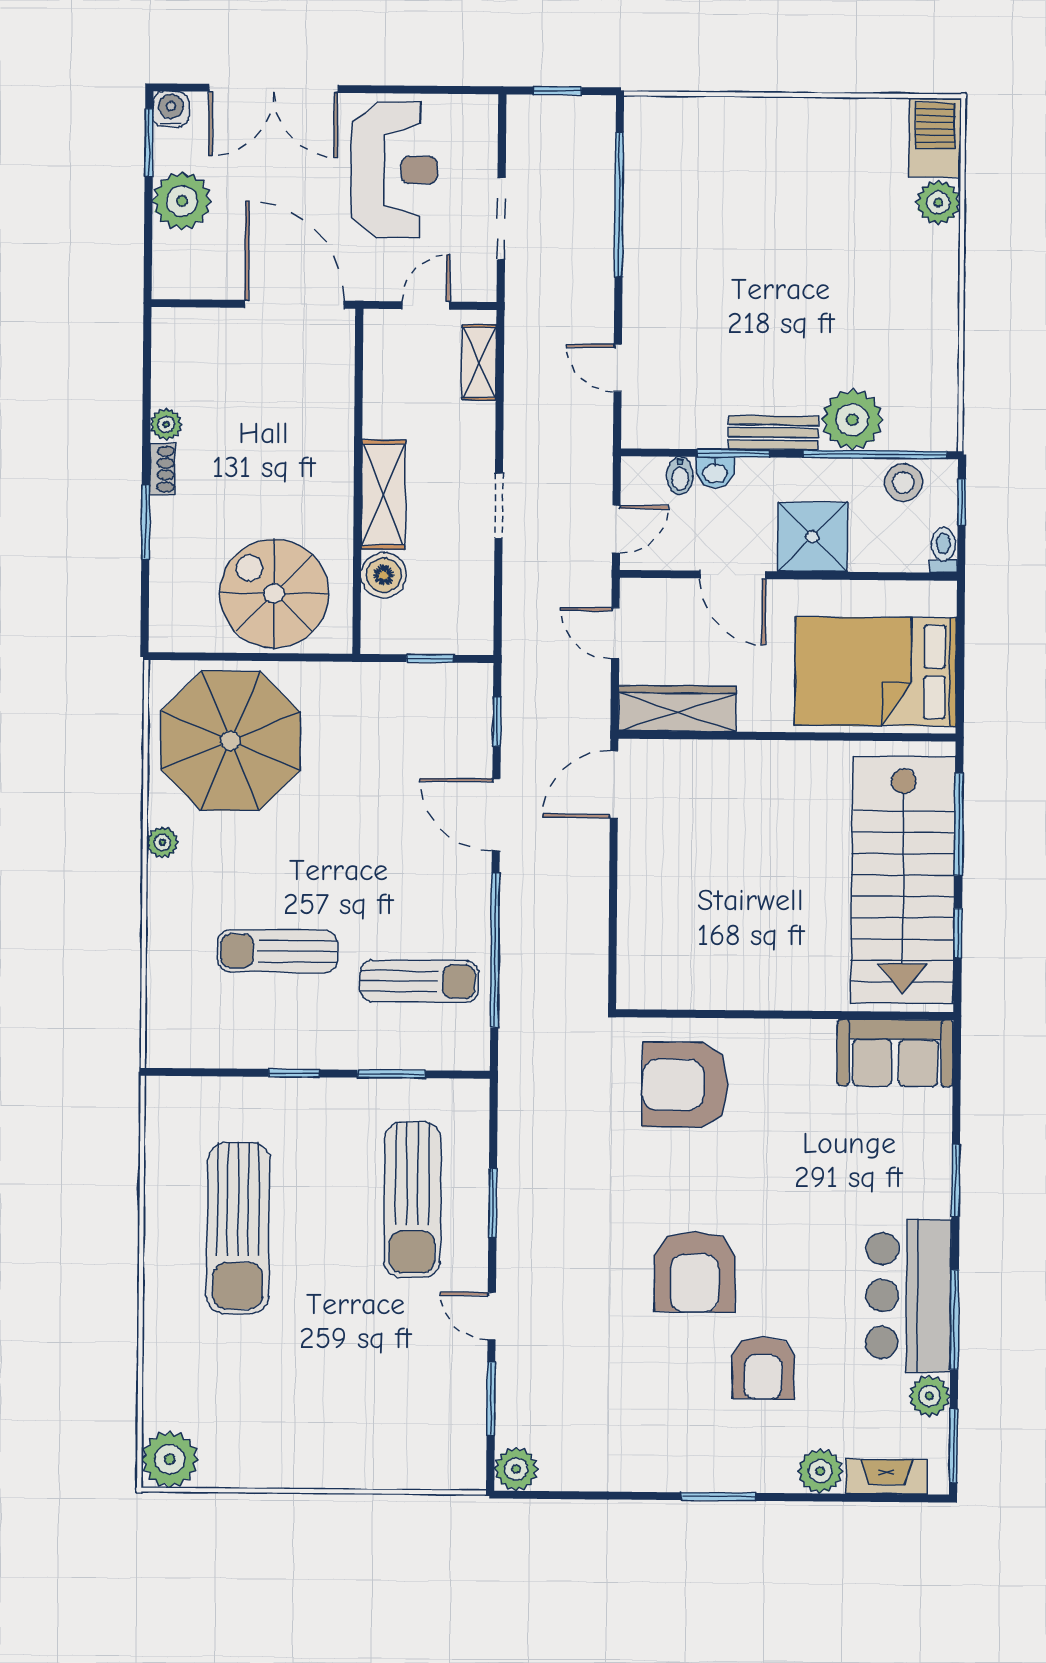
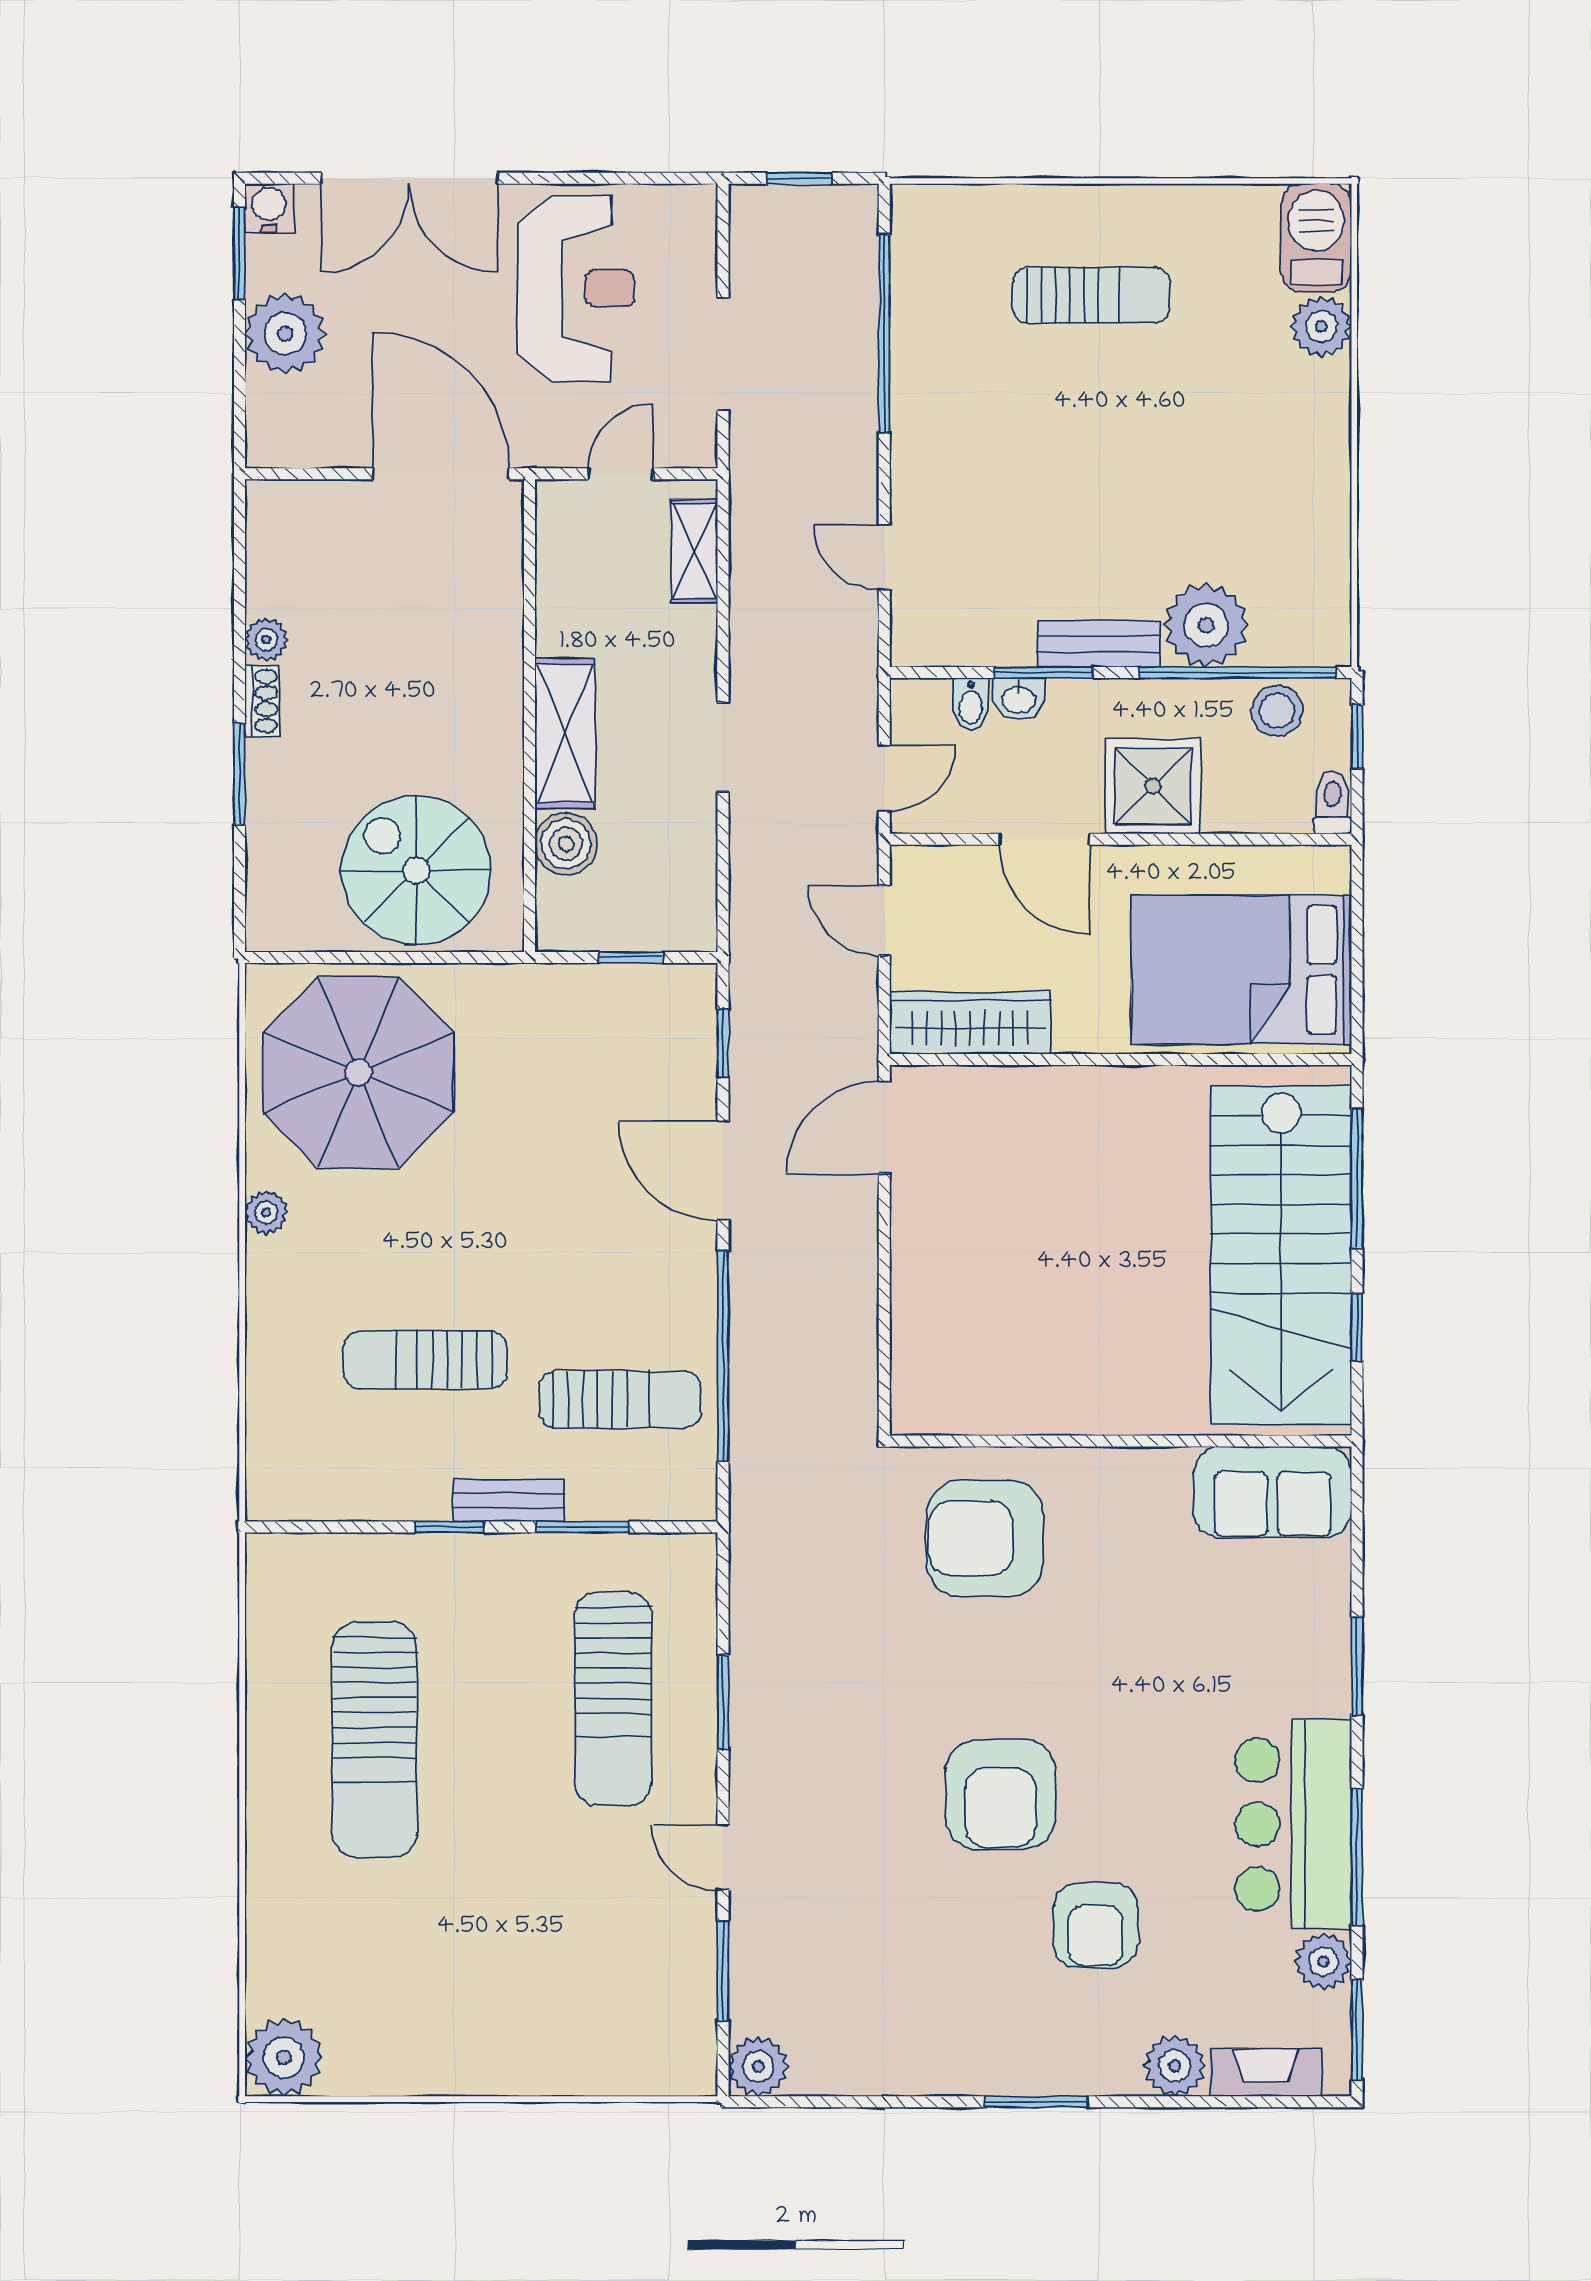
sun lounger: (770, 178) -> (1091, 295), added
bench: (337, 1054) -> (508, 1500), added

